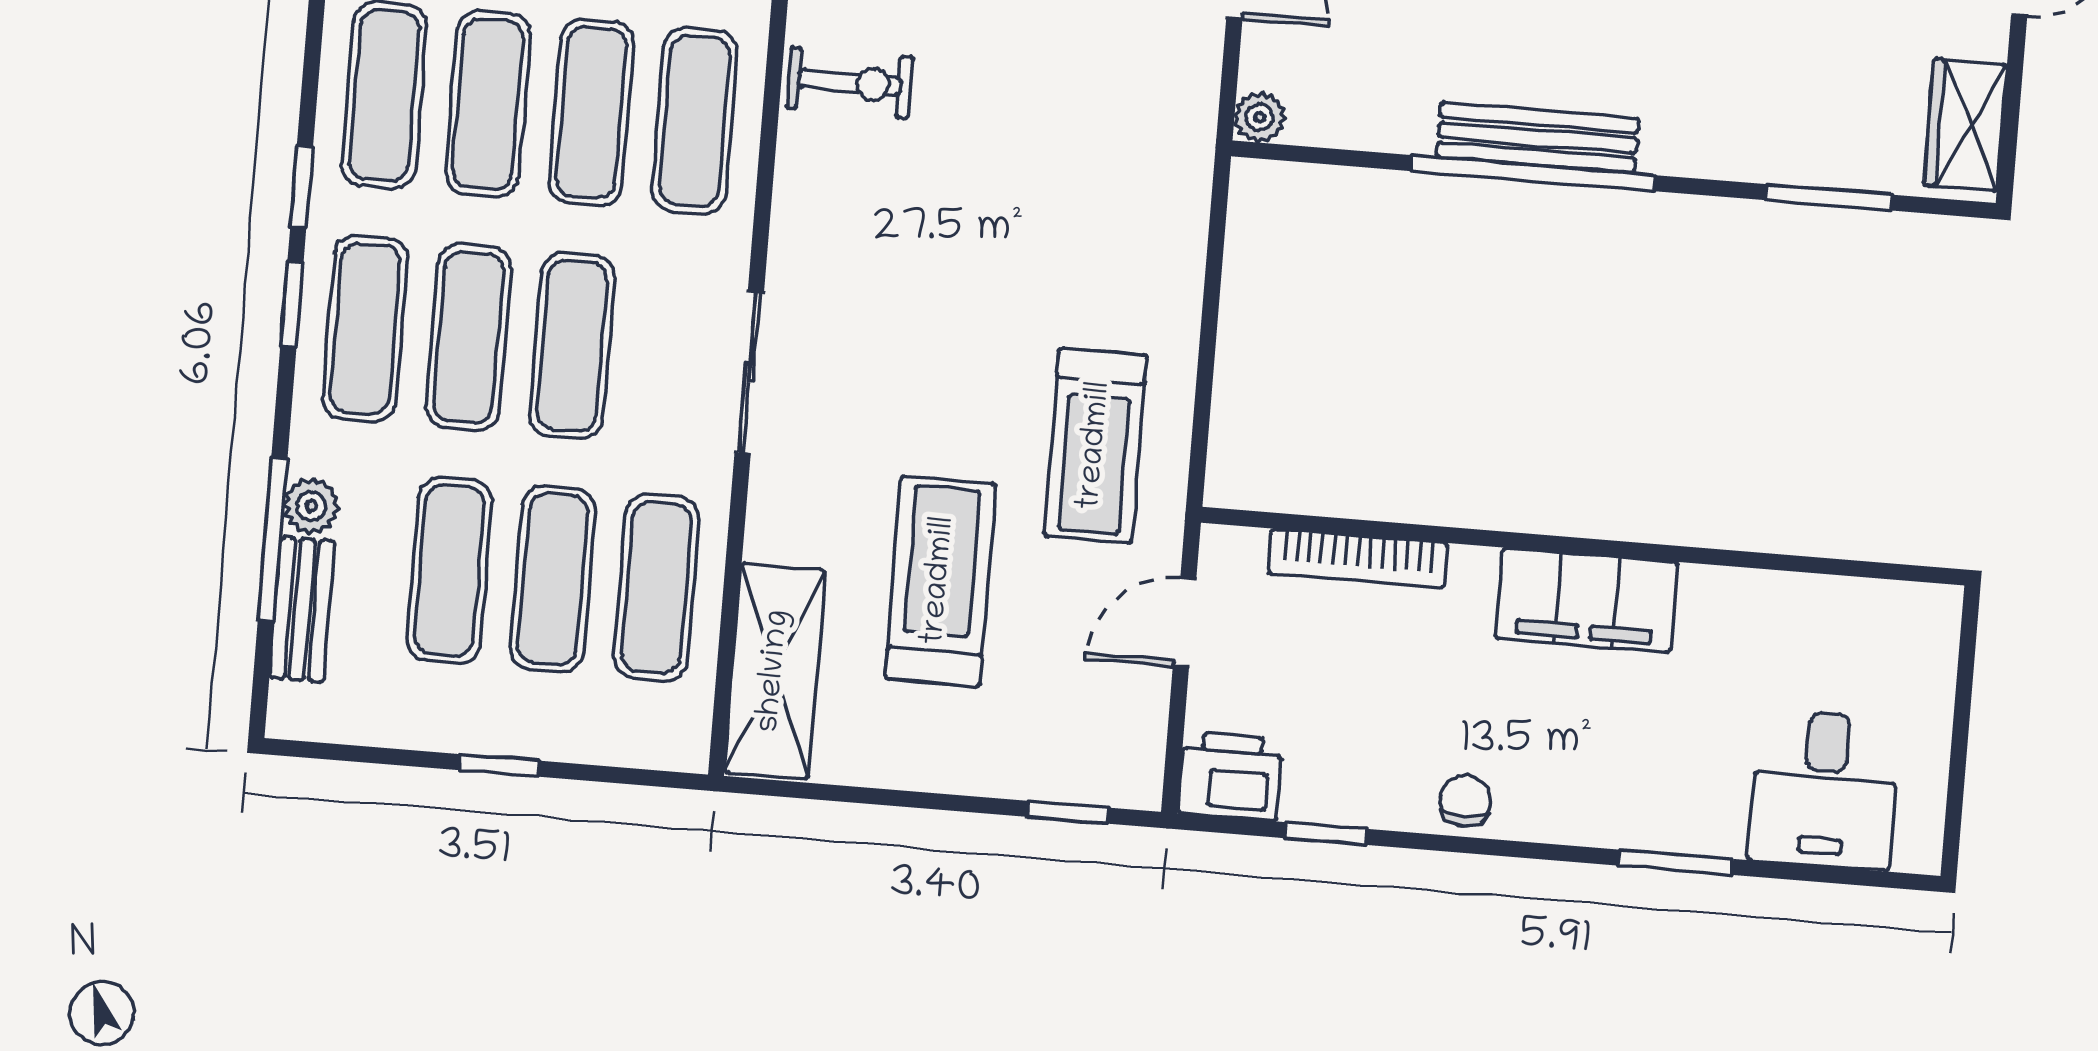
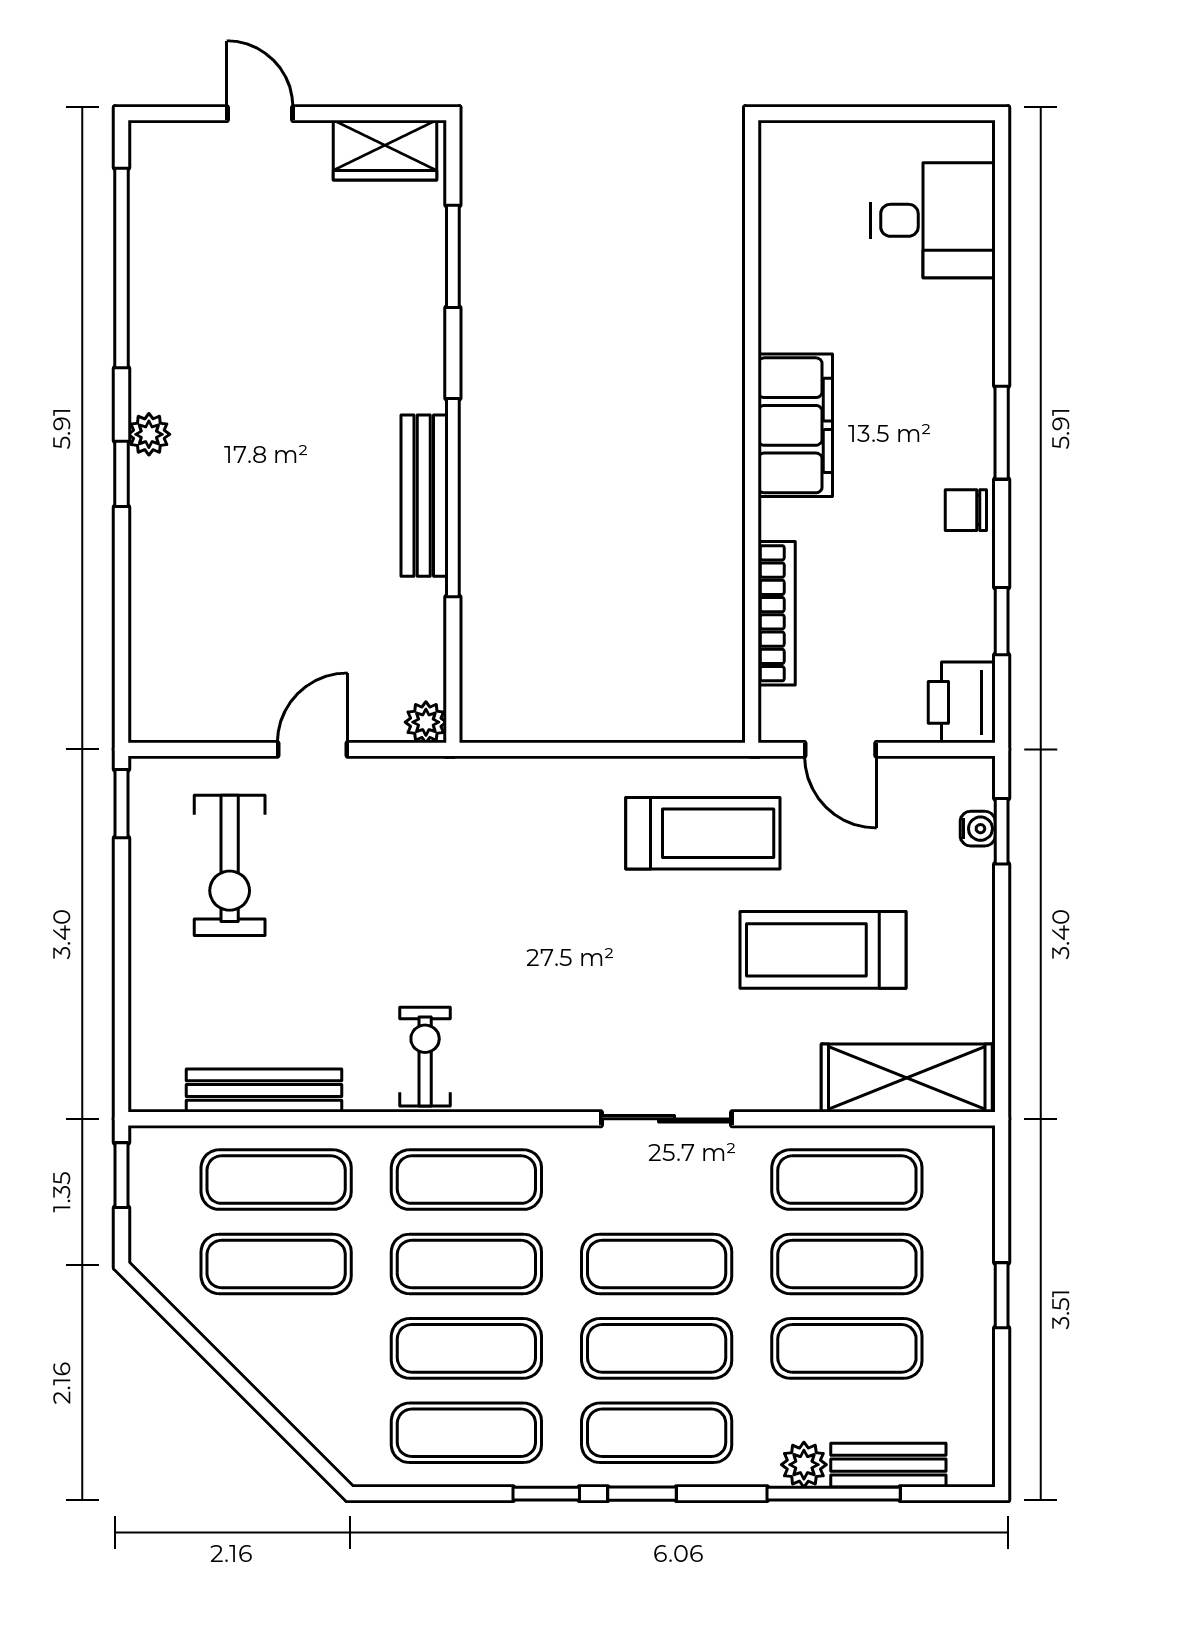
water cooler: (1074, 783) -> (978, 829), added
window: (1676, 862) -> (1002, 433), moved

